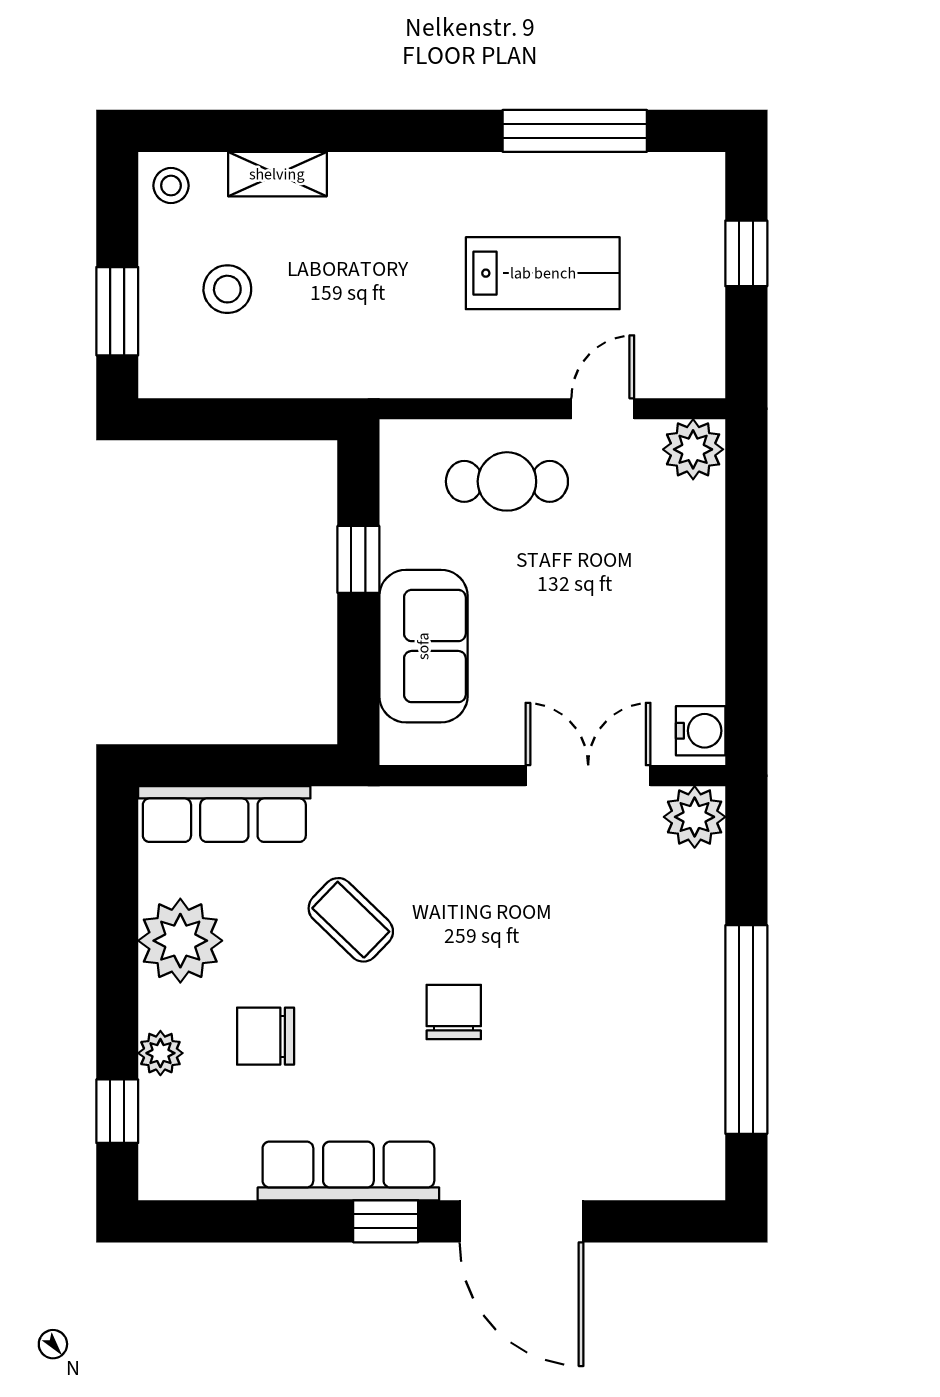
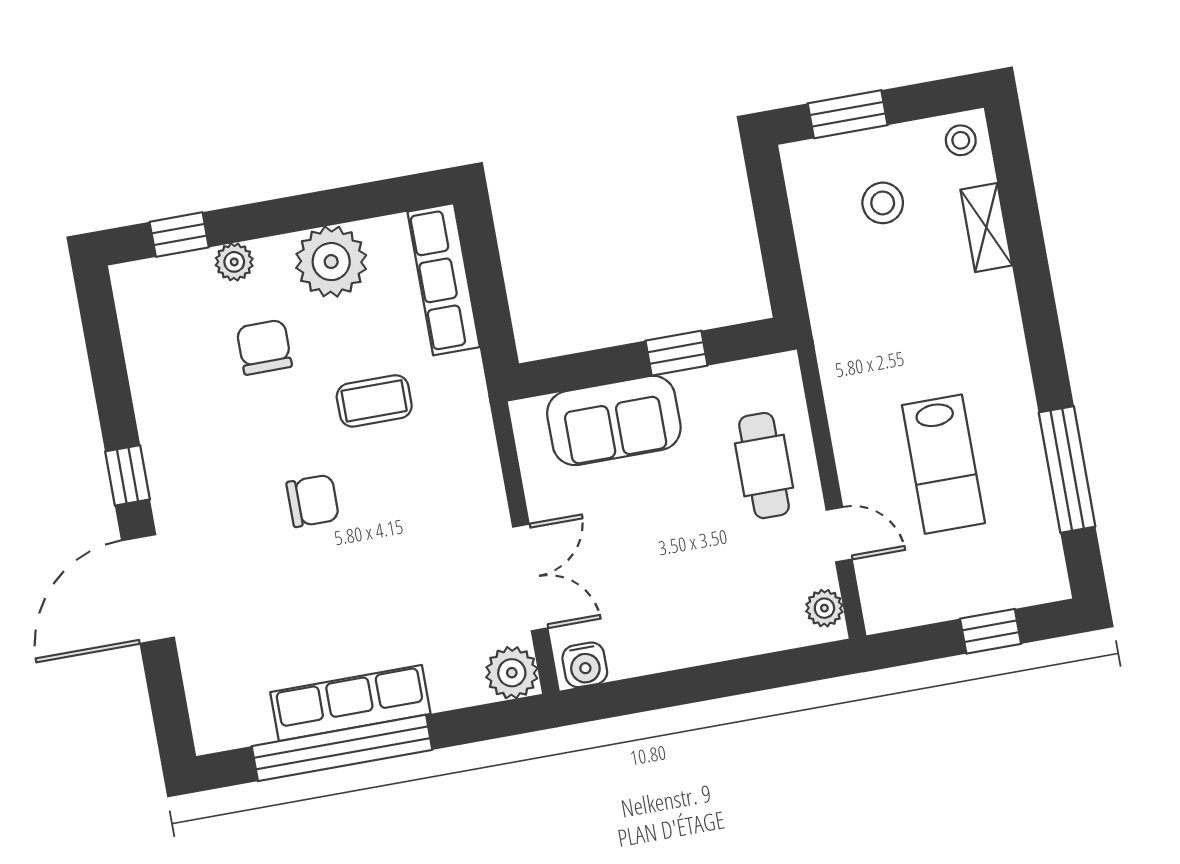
plant: (693, 449) -> (824, 608), width x0.73, depth x0.73
coffee table: (351, 920) -> (374, 401), turned 46
row of seats: (348, 1171) -> (350, 703), moved, turned -90

